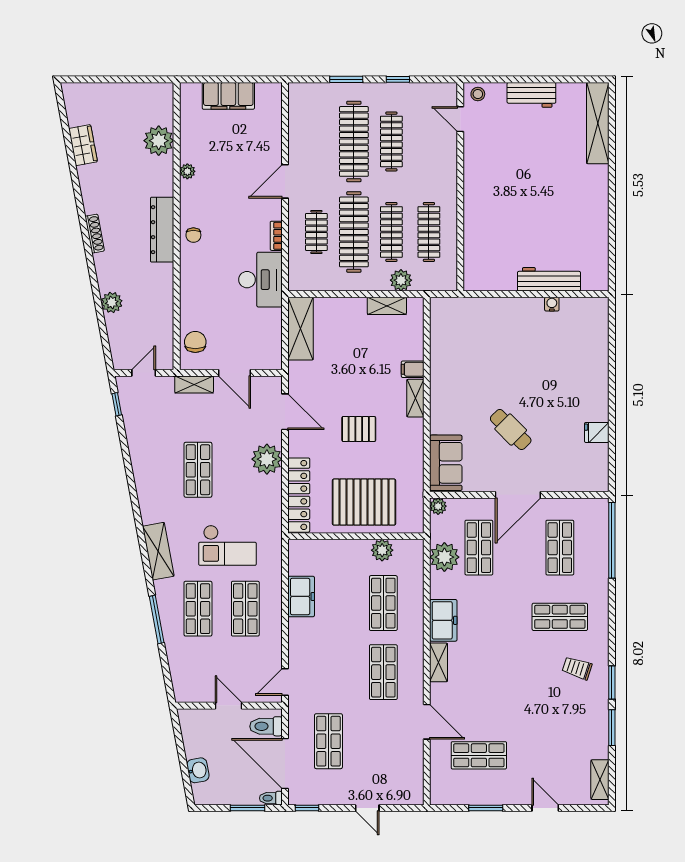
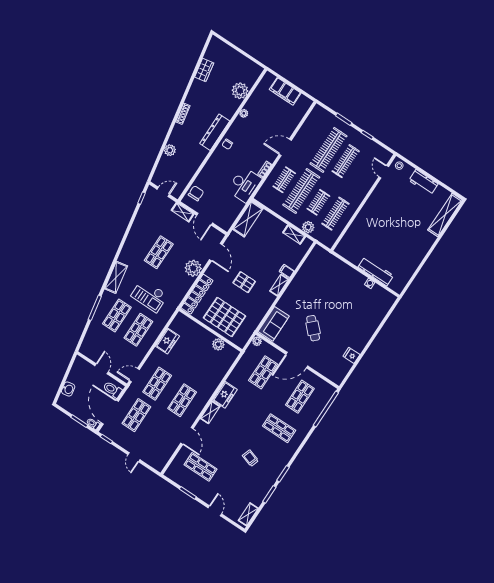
clothes rail: (391, 232) -> (318, 202), width x0.73
plant: (444, 557) -> (245, 366), removed
shop shelf: (383, 603) -> (157, 384), moved
trolley: (577, 668) -> (250, 458), moved

